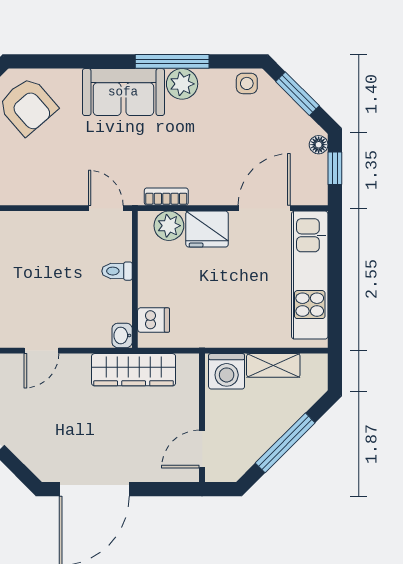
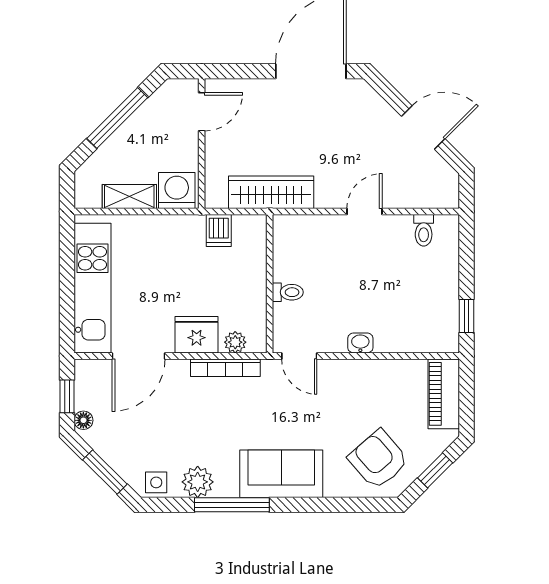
plant: (182, 84) -> (198, 482), moved
bookcase: (166, 197) -> (225, 368), width x1.56
plant: (169, 226) -> (235, 342), width x0.73, depth x0.73
dishwasher: (154, 320) -> (219, 230), moved, turned -90
washbasin: (122, 335) -> (360, 343), moved, turned -90

